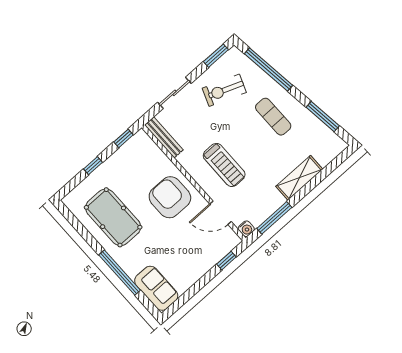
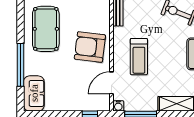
armchair: (170, 197) -> (90, 47), turned -83
door: (220, 213) -> (112, 83), hinge flipped

